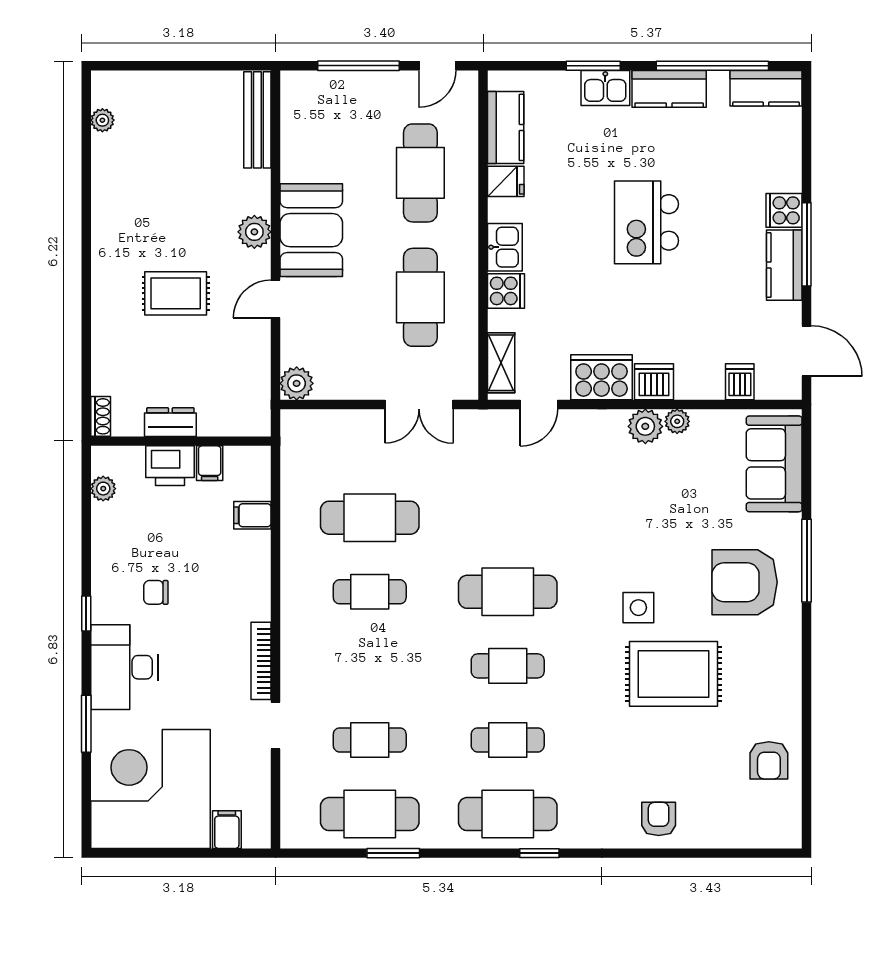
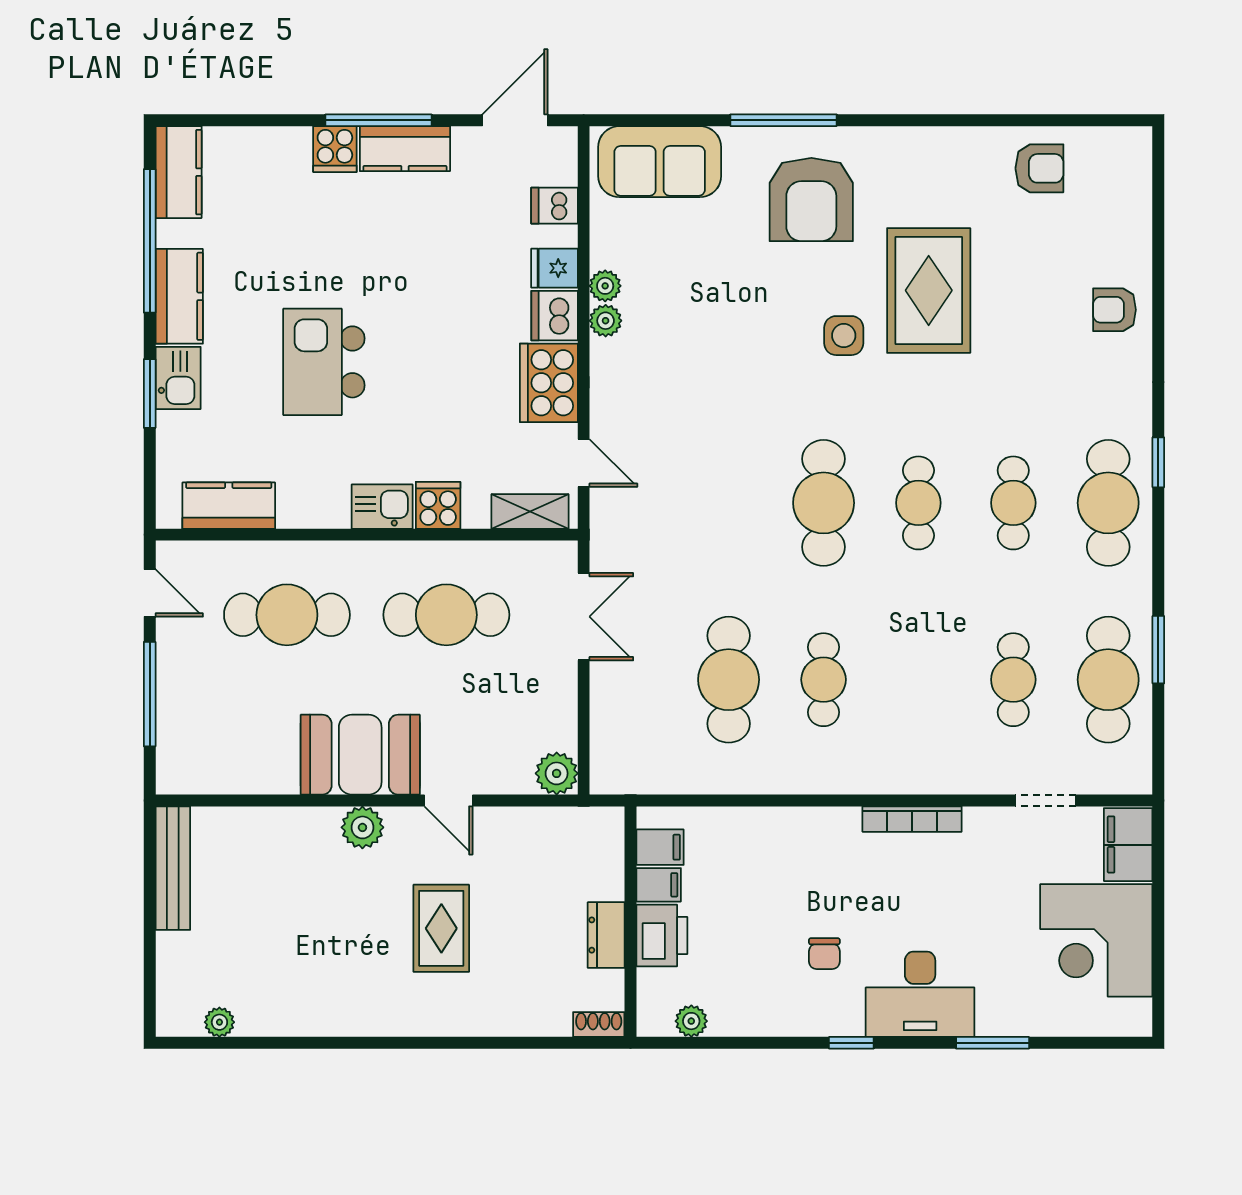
bench: (257, 120) -> (173, 868), moved, turned 90
fridge: (506, 181) -> (554, 268), moved, turned -90
kitchen island: (647, 222) -> (324, 362), moved, turned 90
plant: (645, 426) -> (606, 321), width x0.73, depth x0.73
filing cabinet: (252, 515) -> (660, 847), moved, turned -90
doorway: (275, 726) -> (1045, 800), moved
corner desk: (150, 789) -> (1096, 940), width x0.74, depth x0.74
filing cabinet: (227, 830) -> (1128, 845), width x2.00

